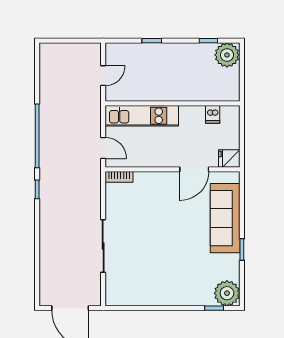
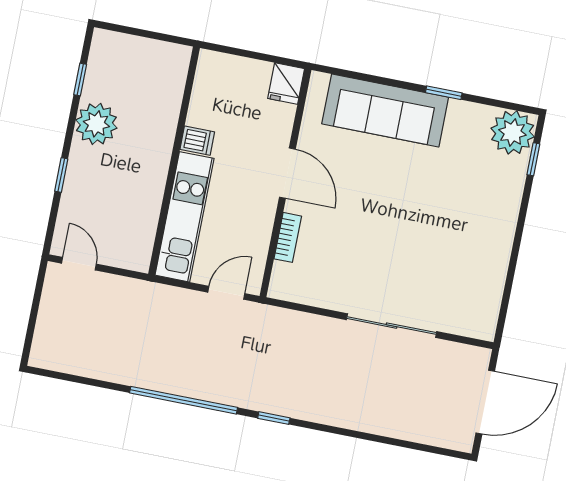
plant: (227, 55) -> (96, 124), moved
door: (103, 76) -> (79, 264), moved
dishwasher: (213, 114) -> (197, 141), moved
door: (194, 169) -> (287, 173), moved
bookcase: (119, 177) -> (288, 237), moved

